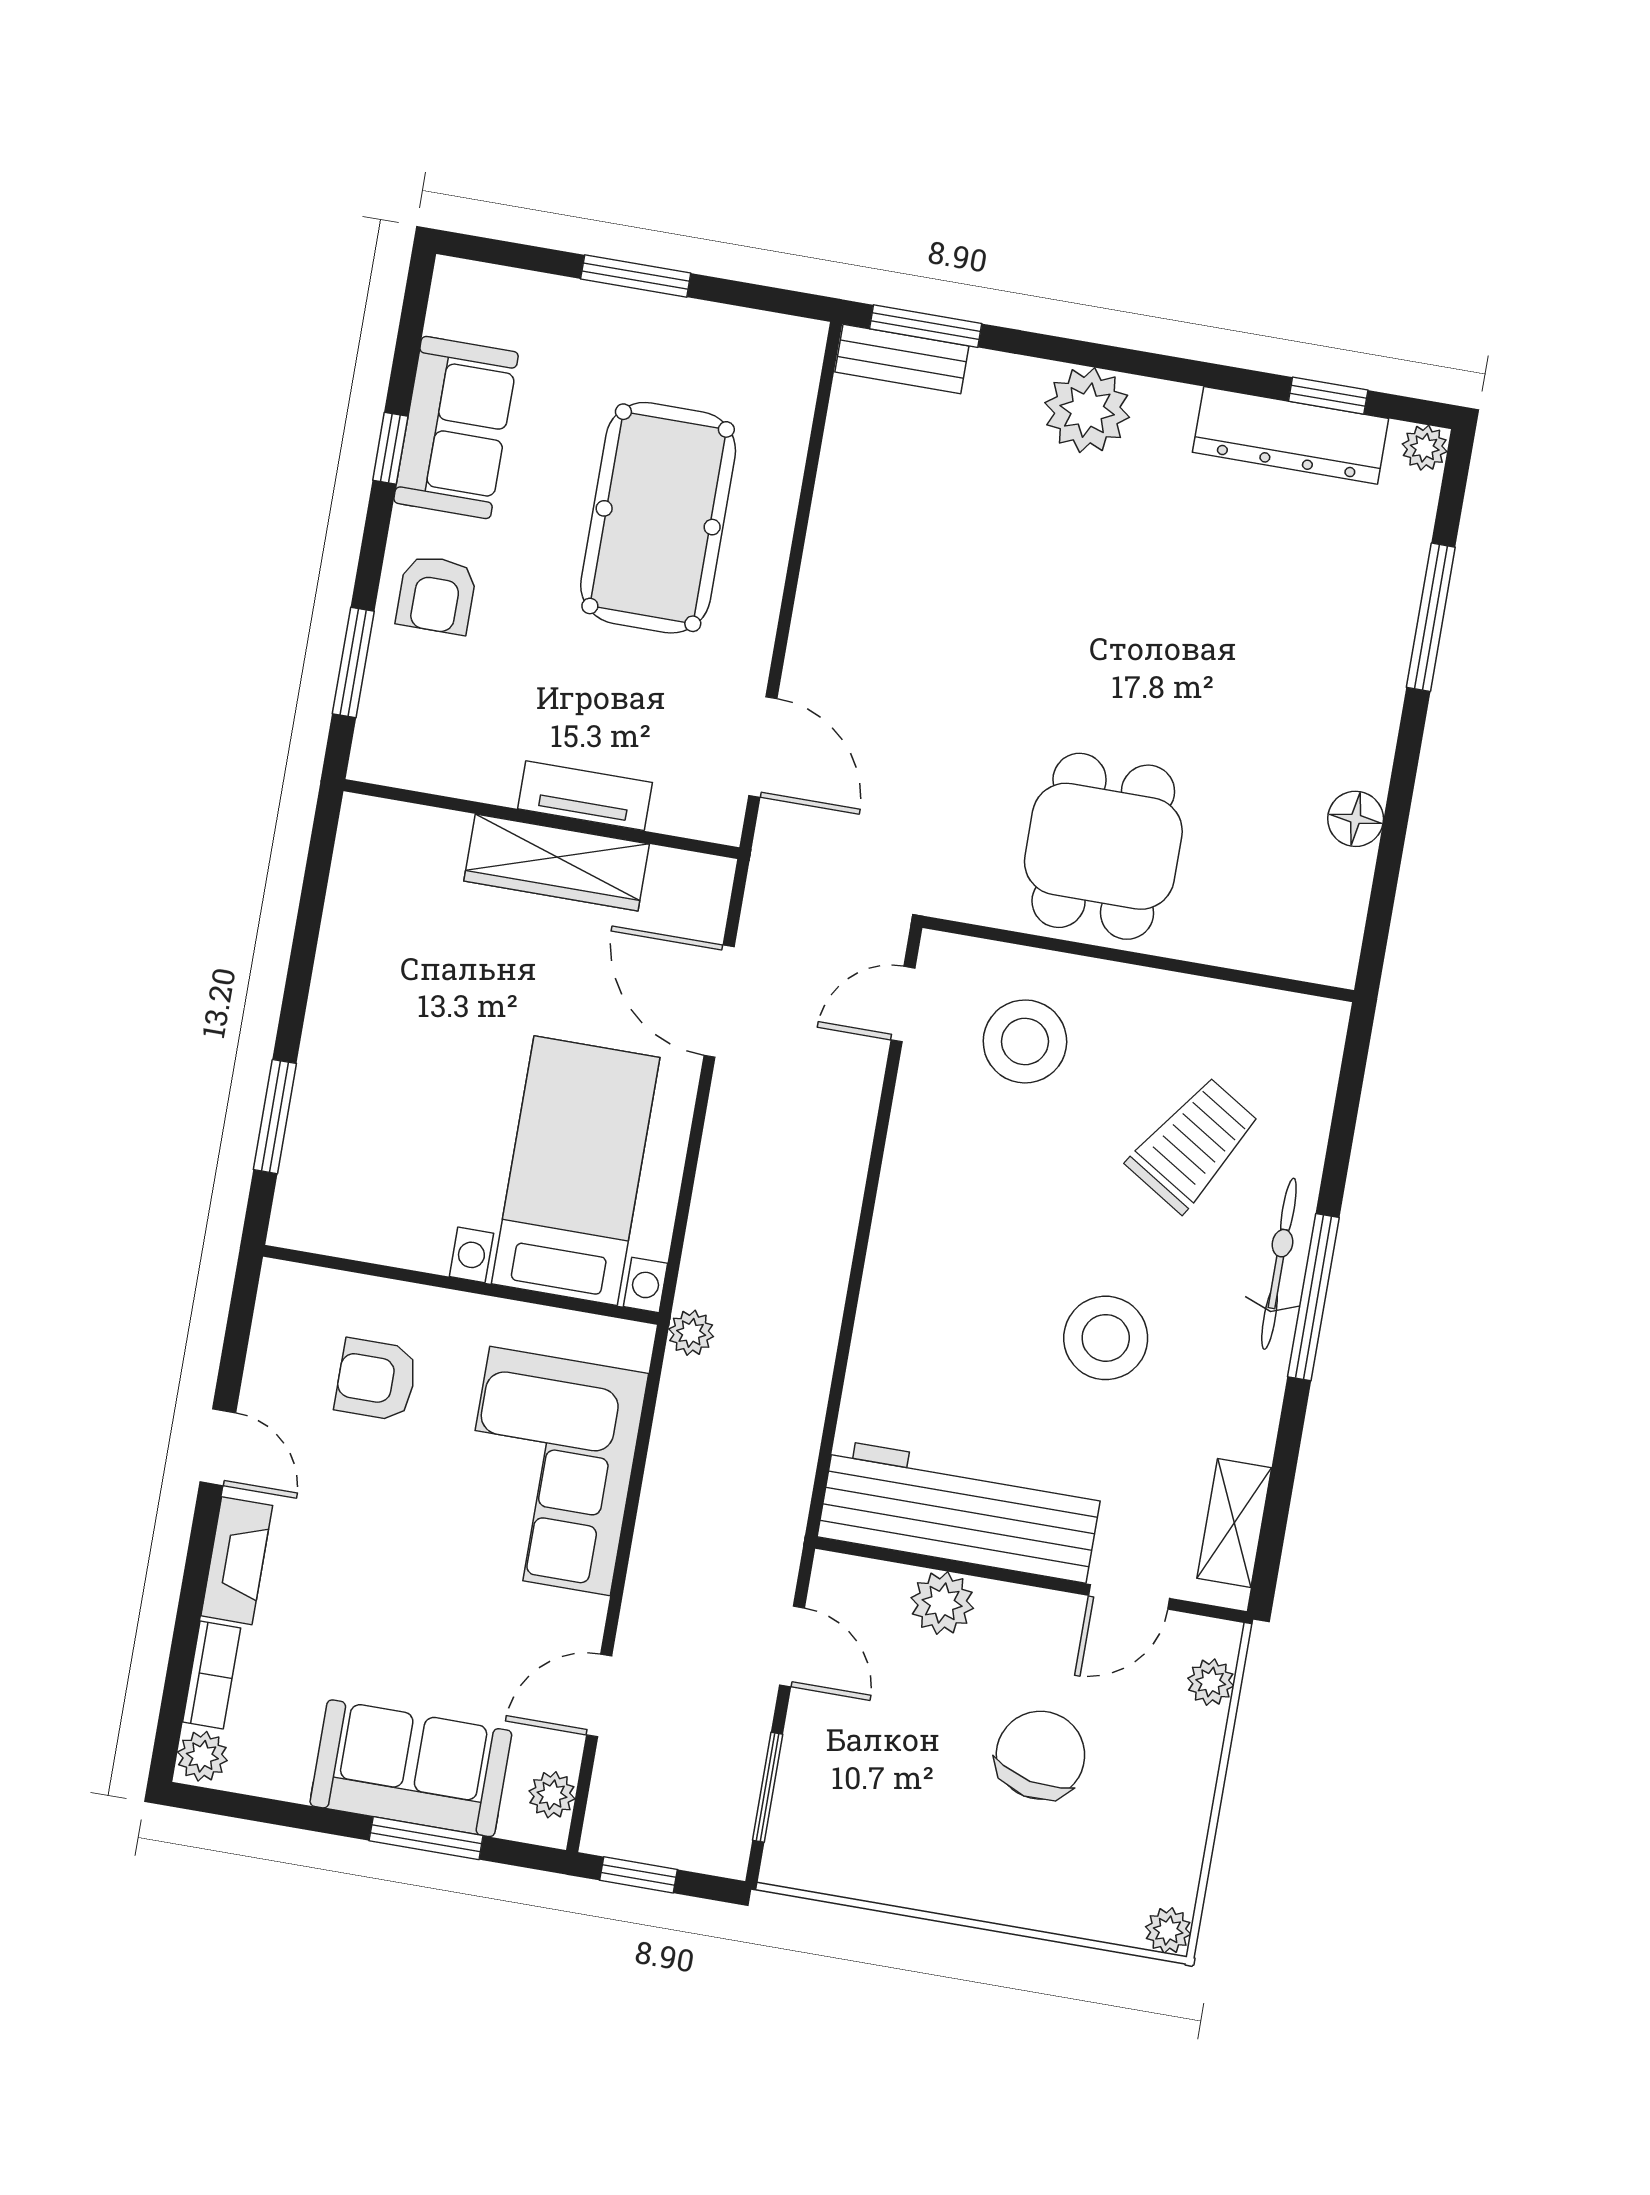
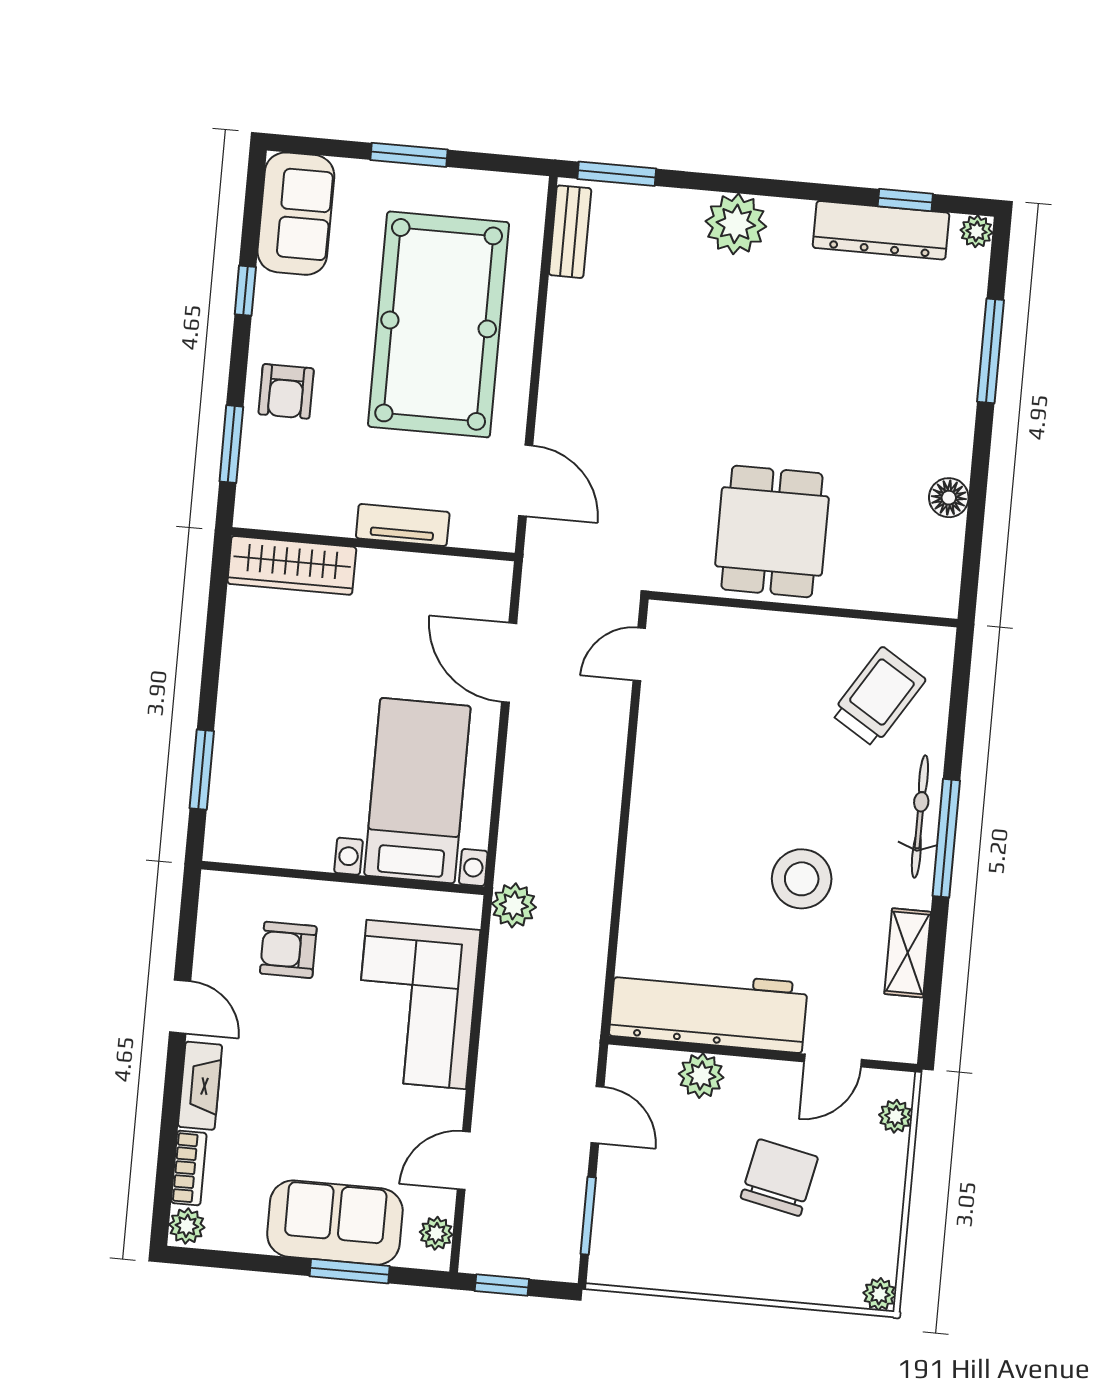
bench: (902, 359) -> (570, 232), moved, turned 90
sofa: (456, 428) -> (296, 214), moved
pool table: (658, 518) -> (439, 324), width x1.36, depth x1.32
wardrobe: (557, 863) -> (292, 565), moved
stool: (1025, 1041) -> (728, 674), removed
trolley: (1193, 1144) -> (878, 697), moved
plant: (691, 1333) -> (514, 905), width x1.38, depth x1.38
shelving: (1234, 1523) -> (908, 953), moved

